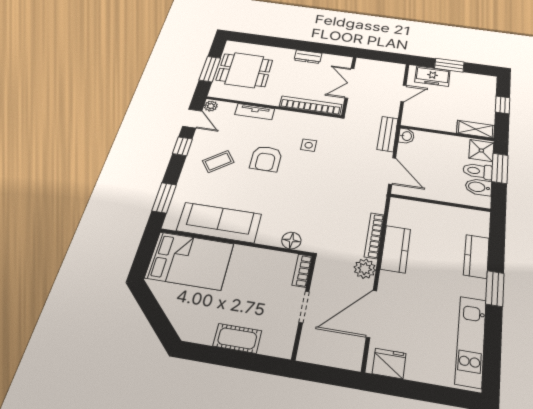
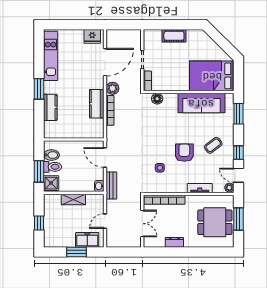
shelving: (476, 129) -> (73, 199), moved

